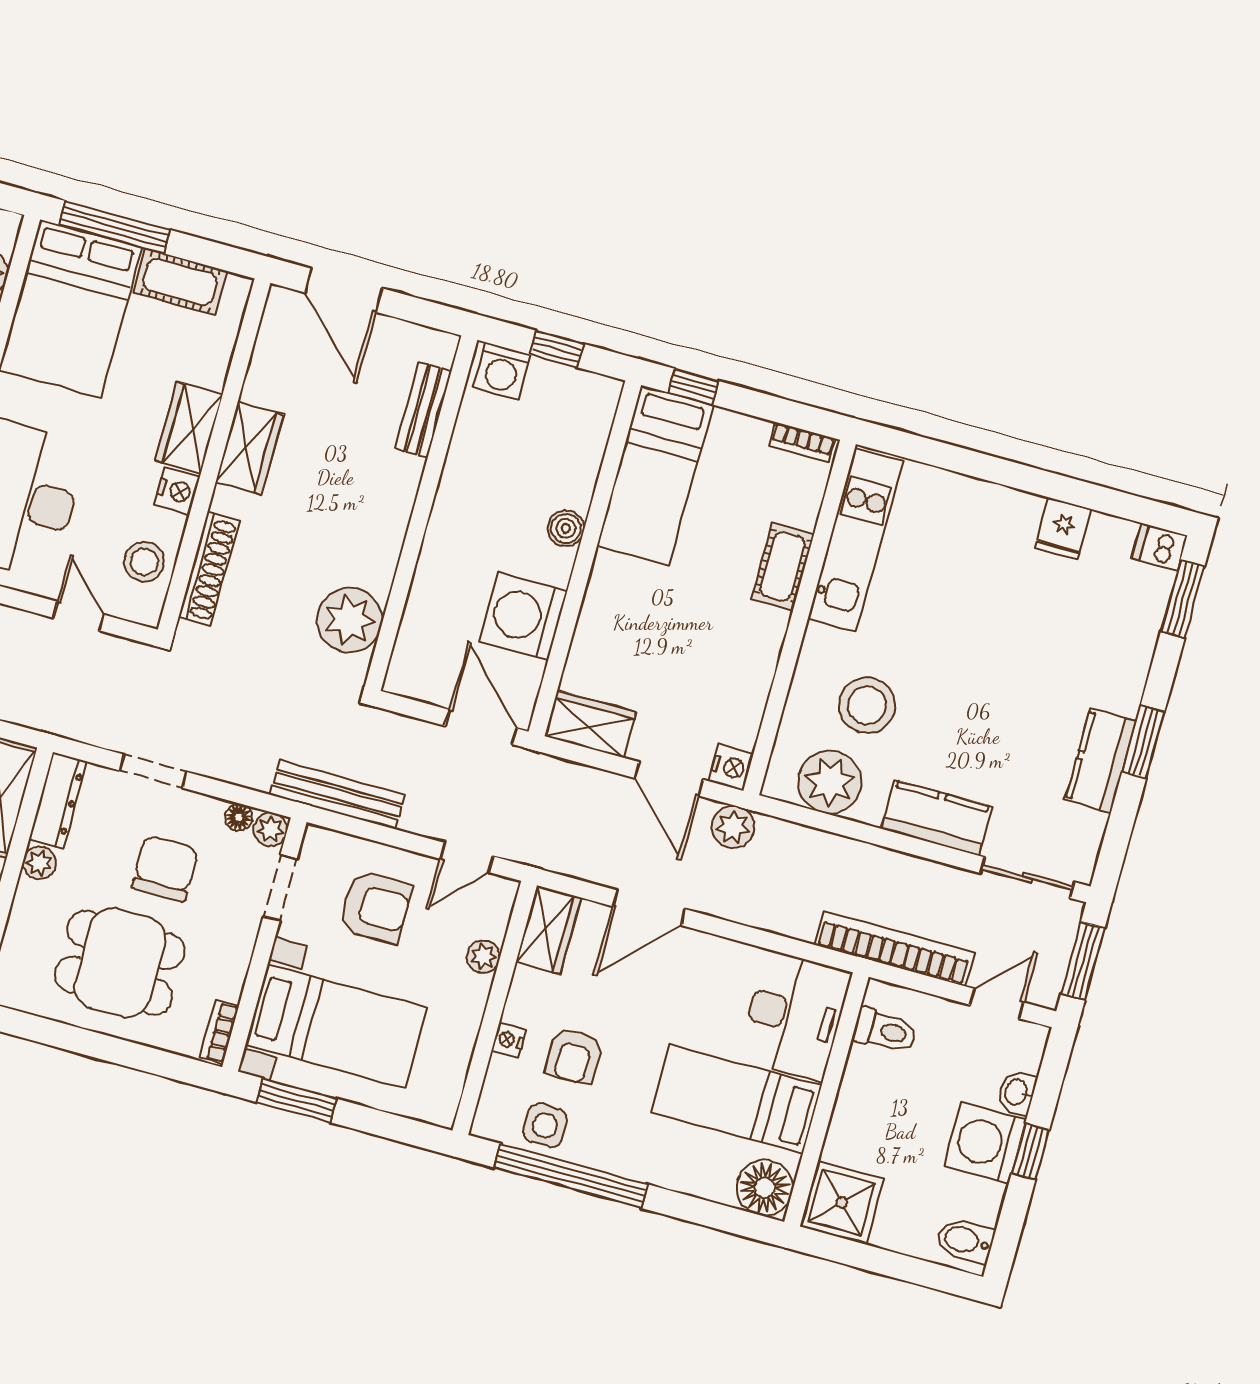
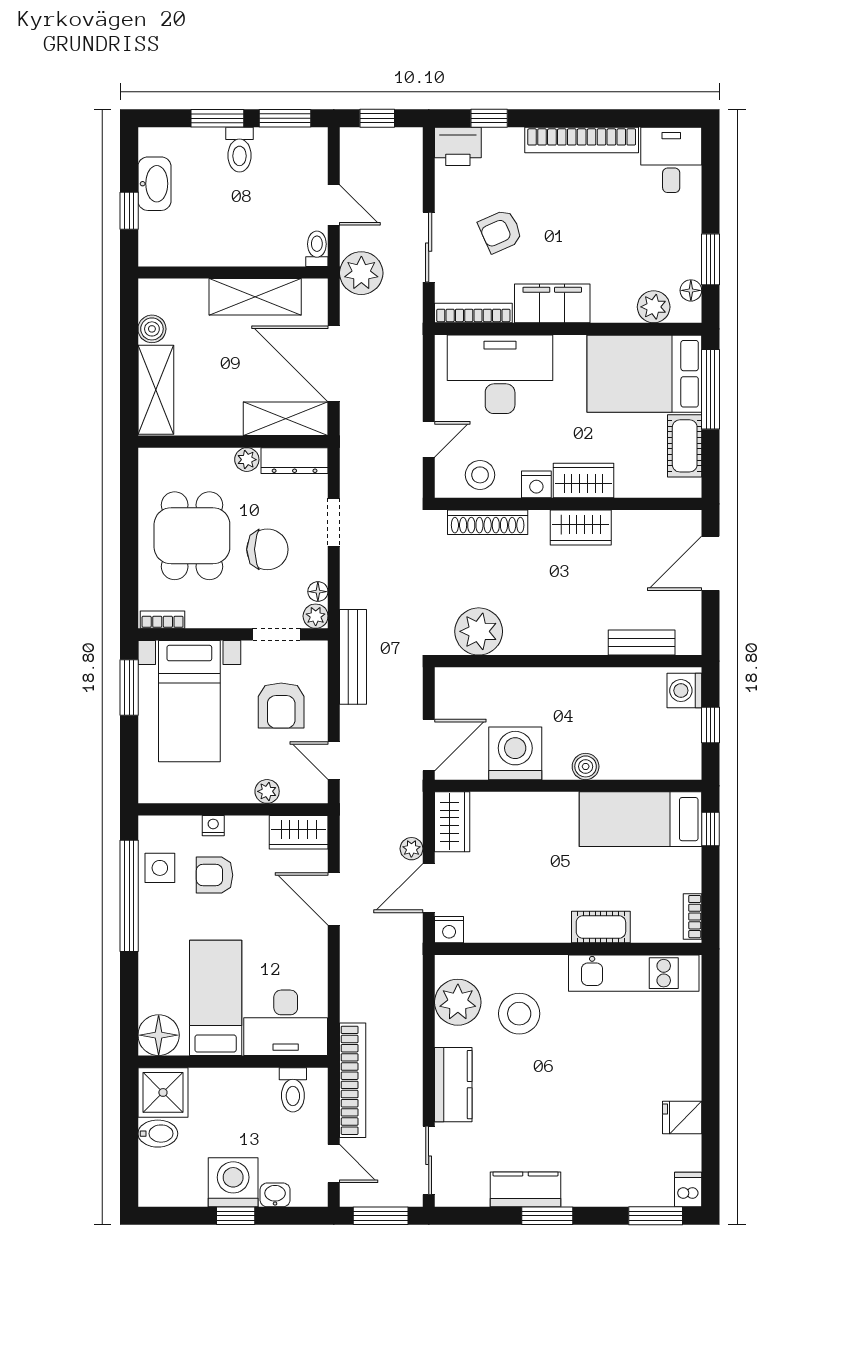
plant: (733, 827) -> (411, 849), moved, width x0.73, depth x0.73
bidet: (965, 1240) -> (158, 1134), moved, turned 90

